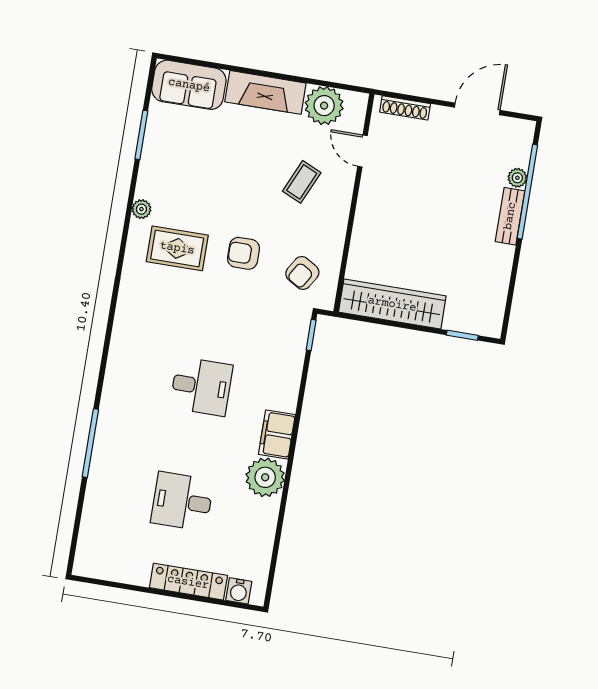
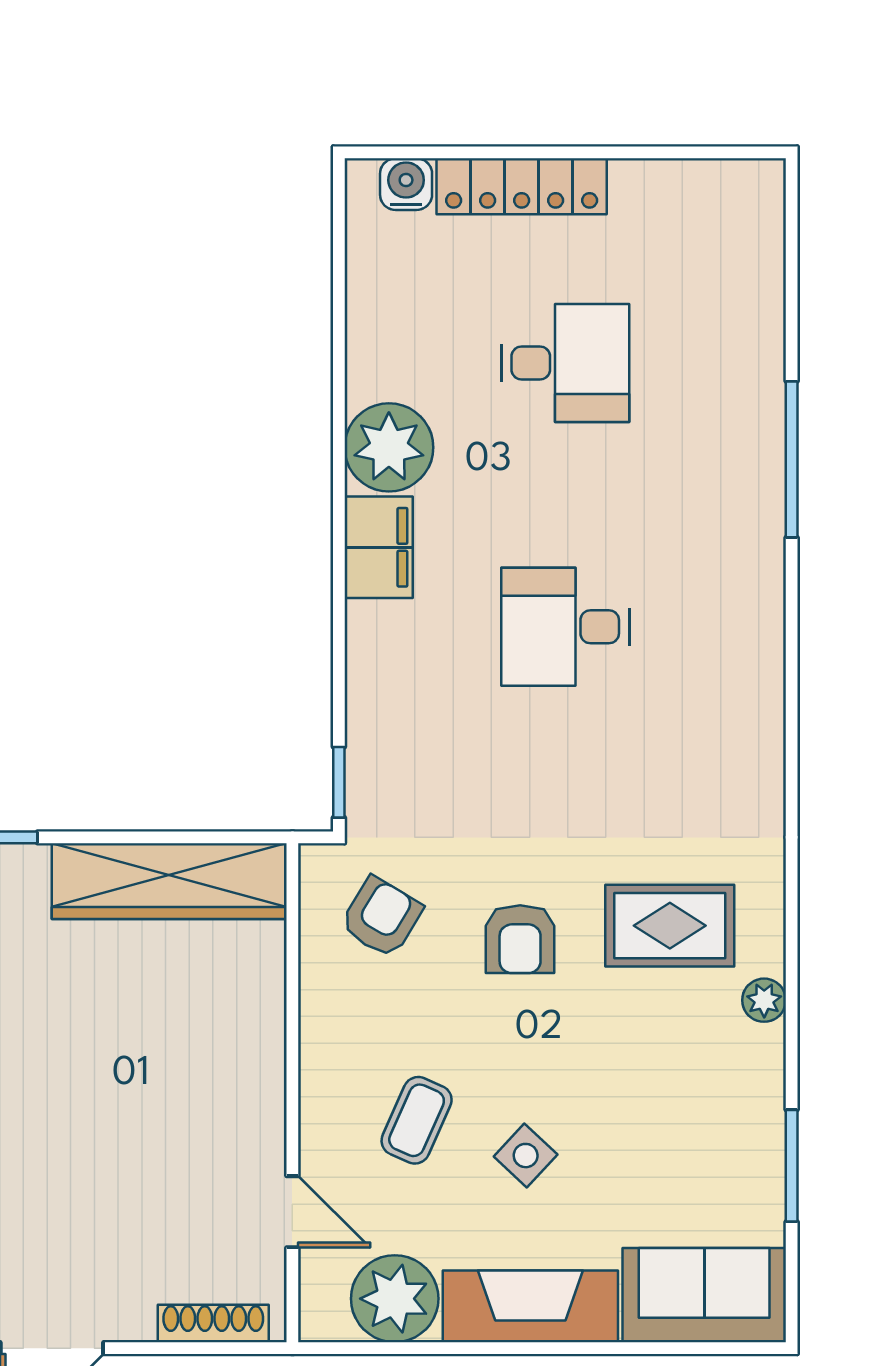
side table: (257, 159) -> (526, 1156), added
armchair: (243, 253) -> (520, 939), turned 90

